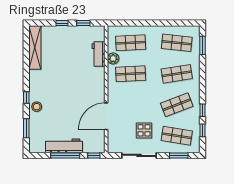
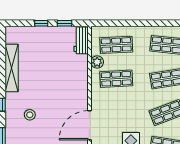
shelving: (35, 48) -> (12, 68), moved
workbench: (98, 54) -> (81, 40), moved
stool: (37, 107) -> (30, 115), moved

